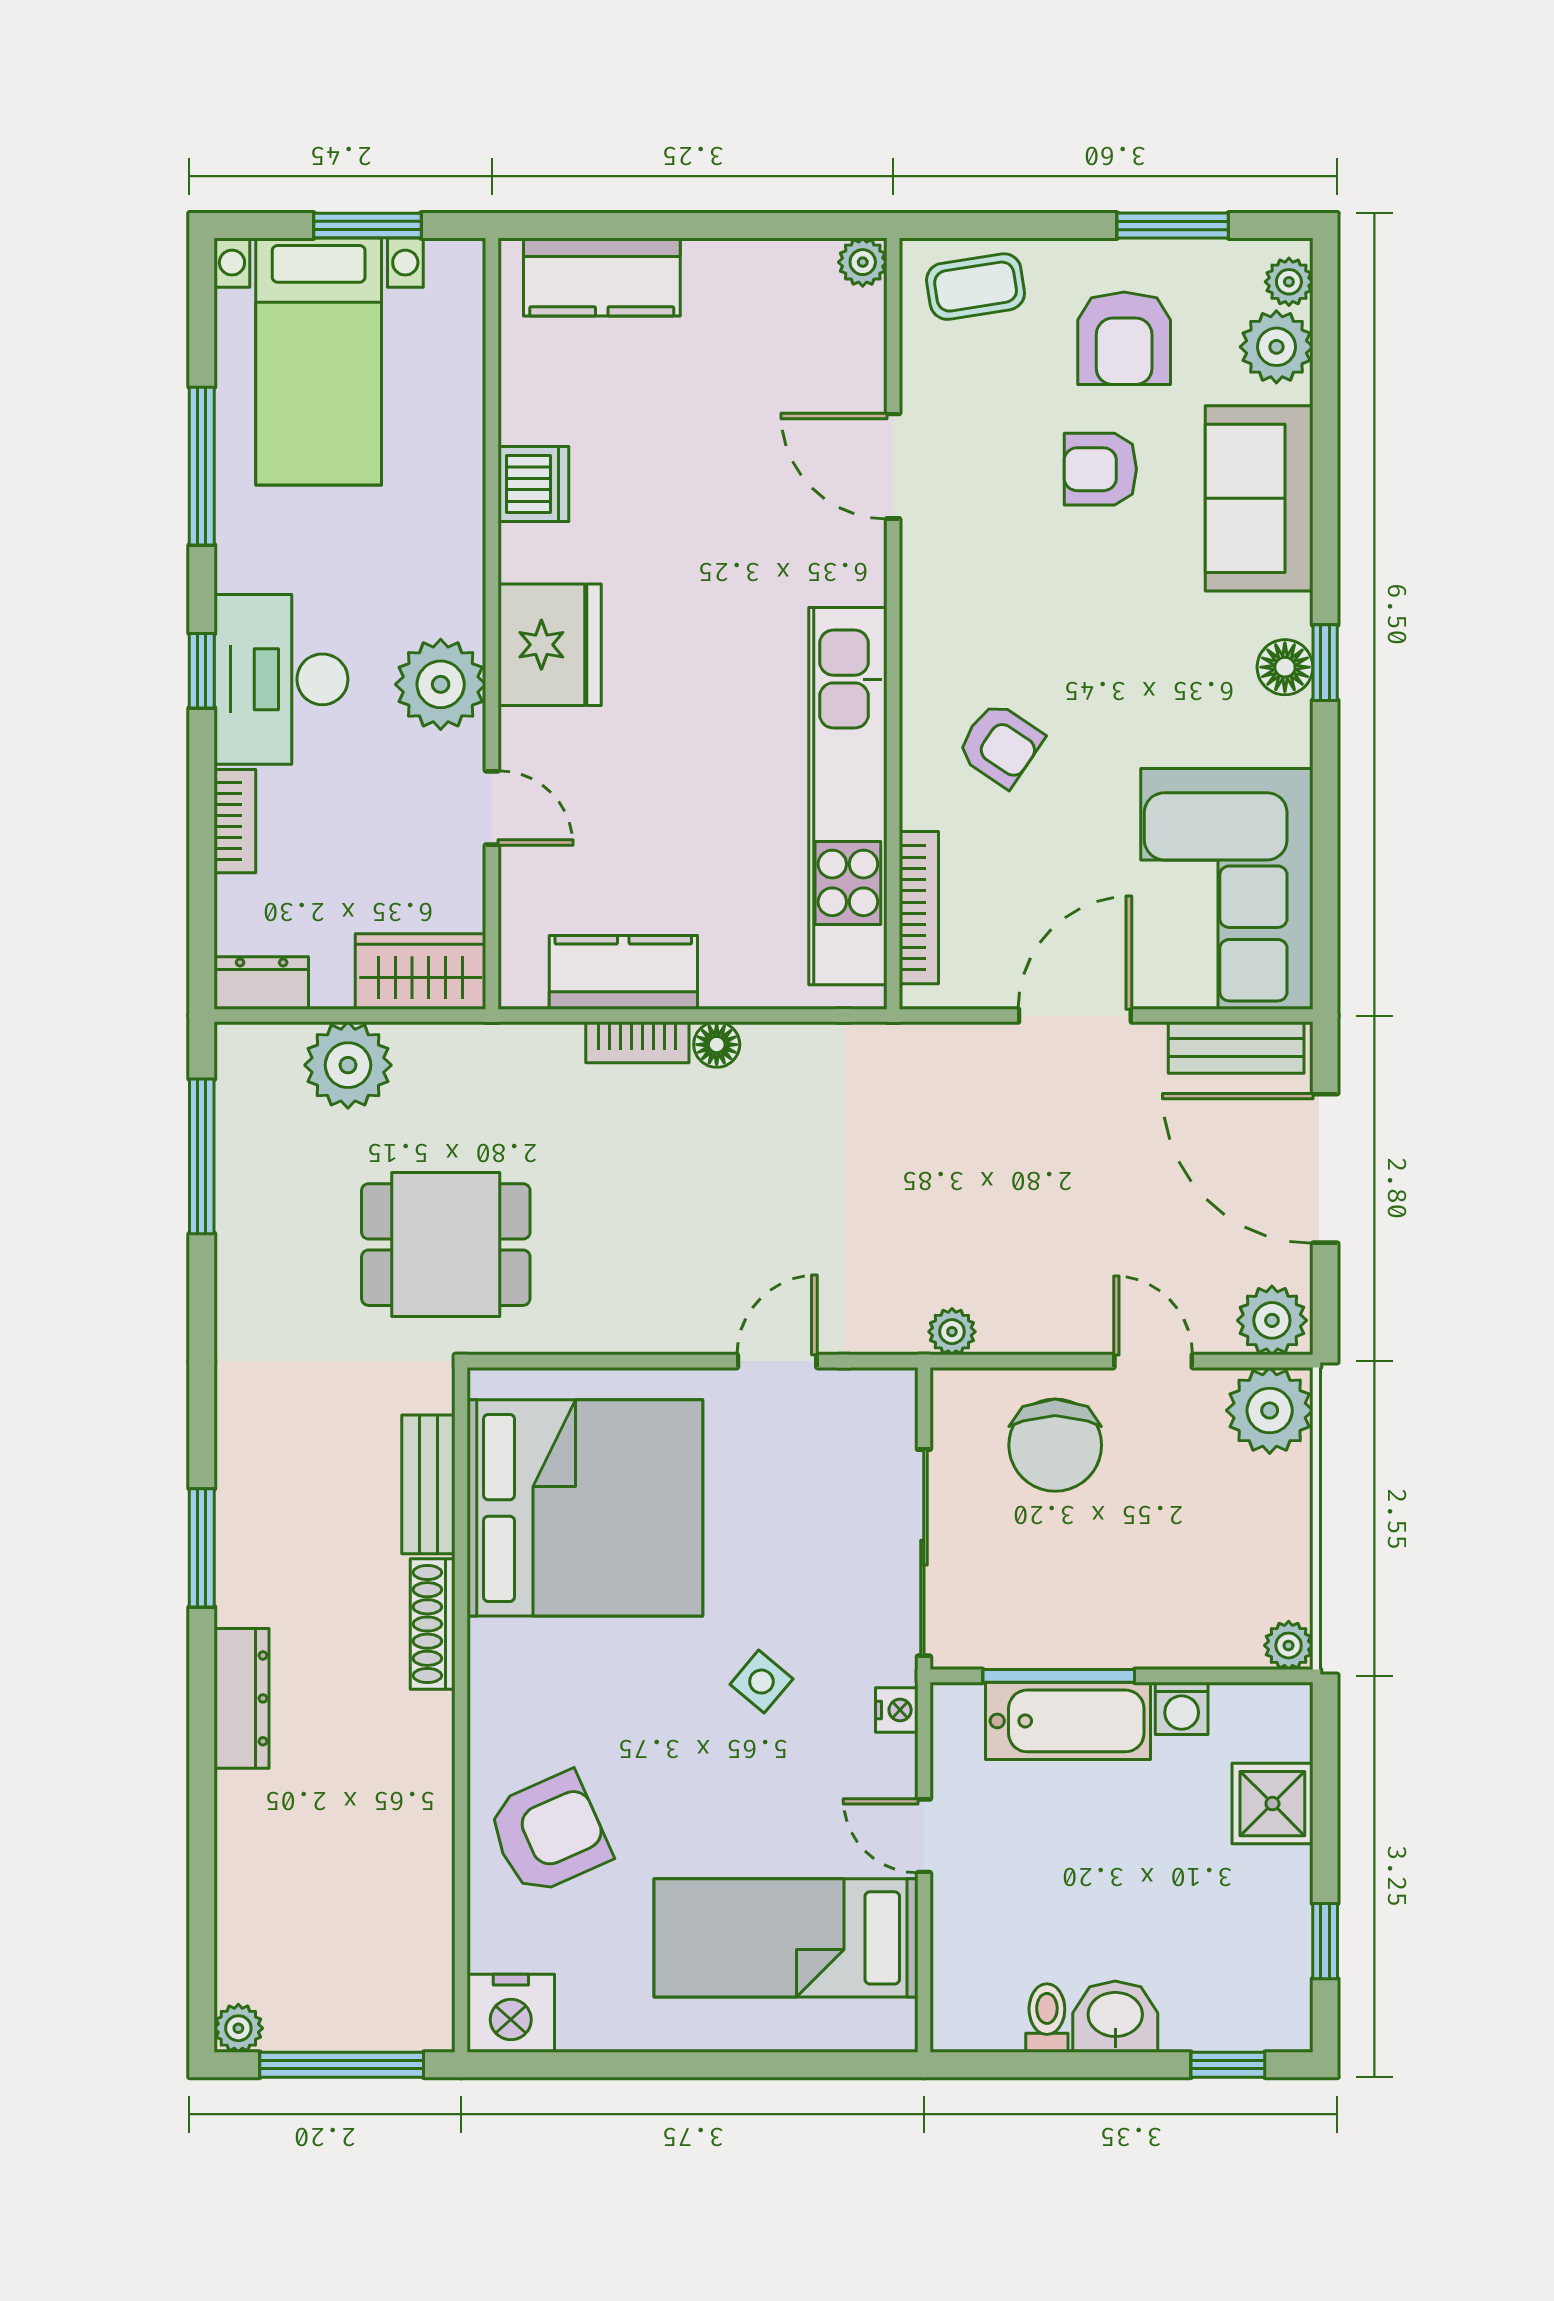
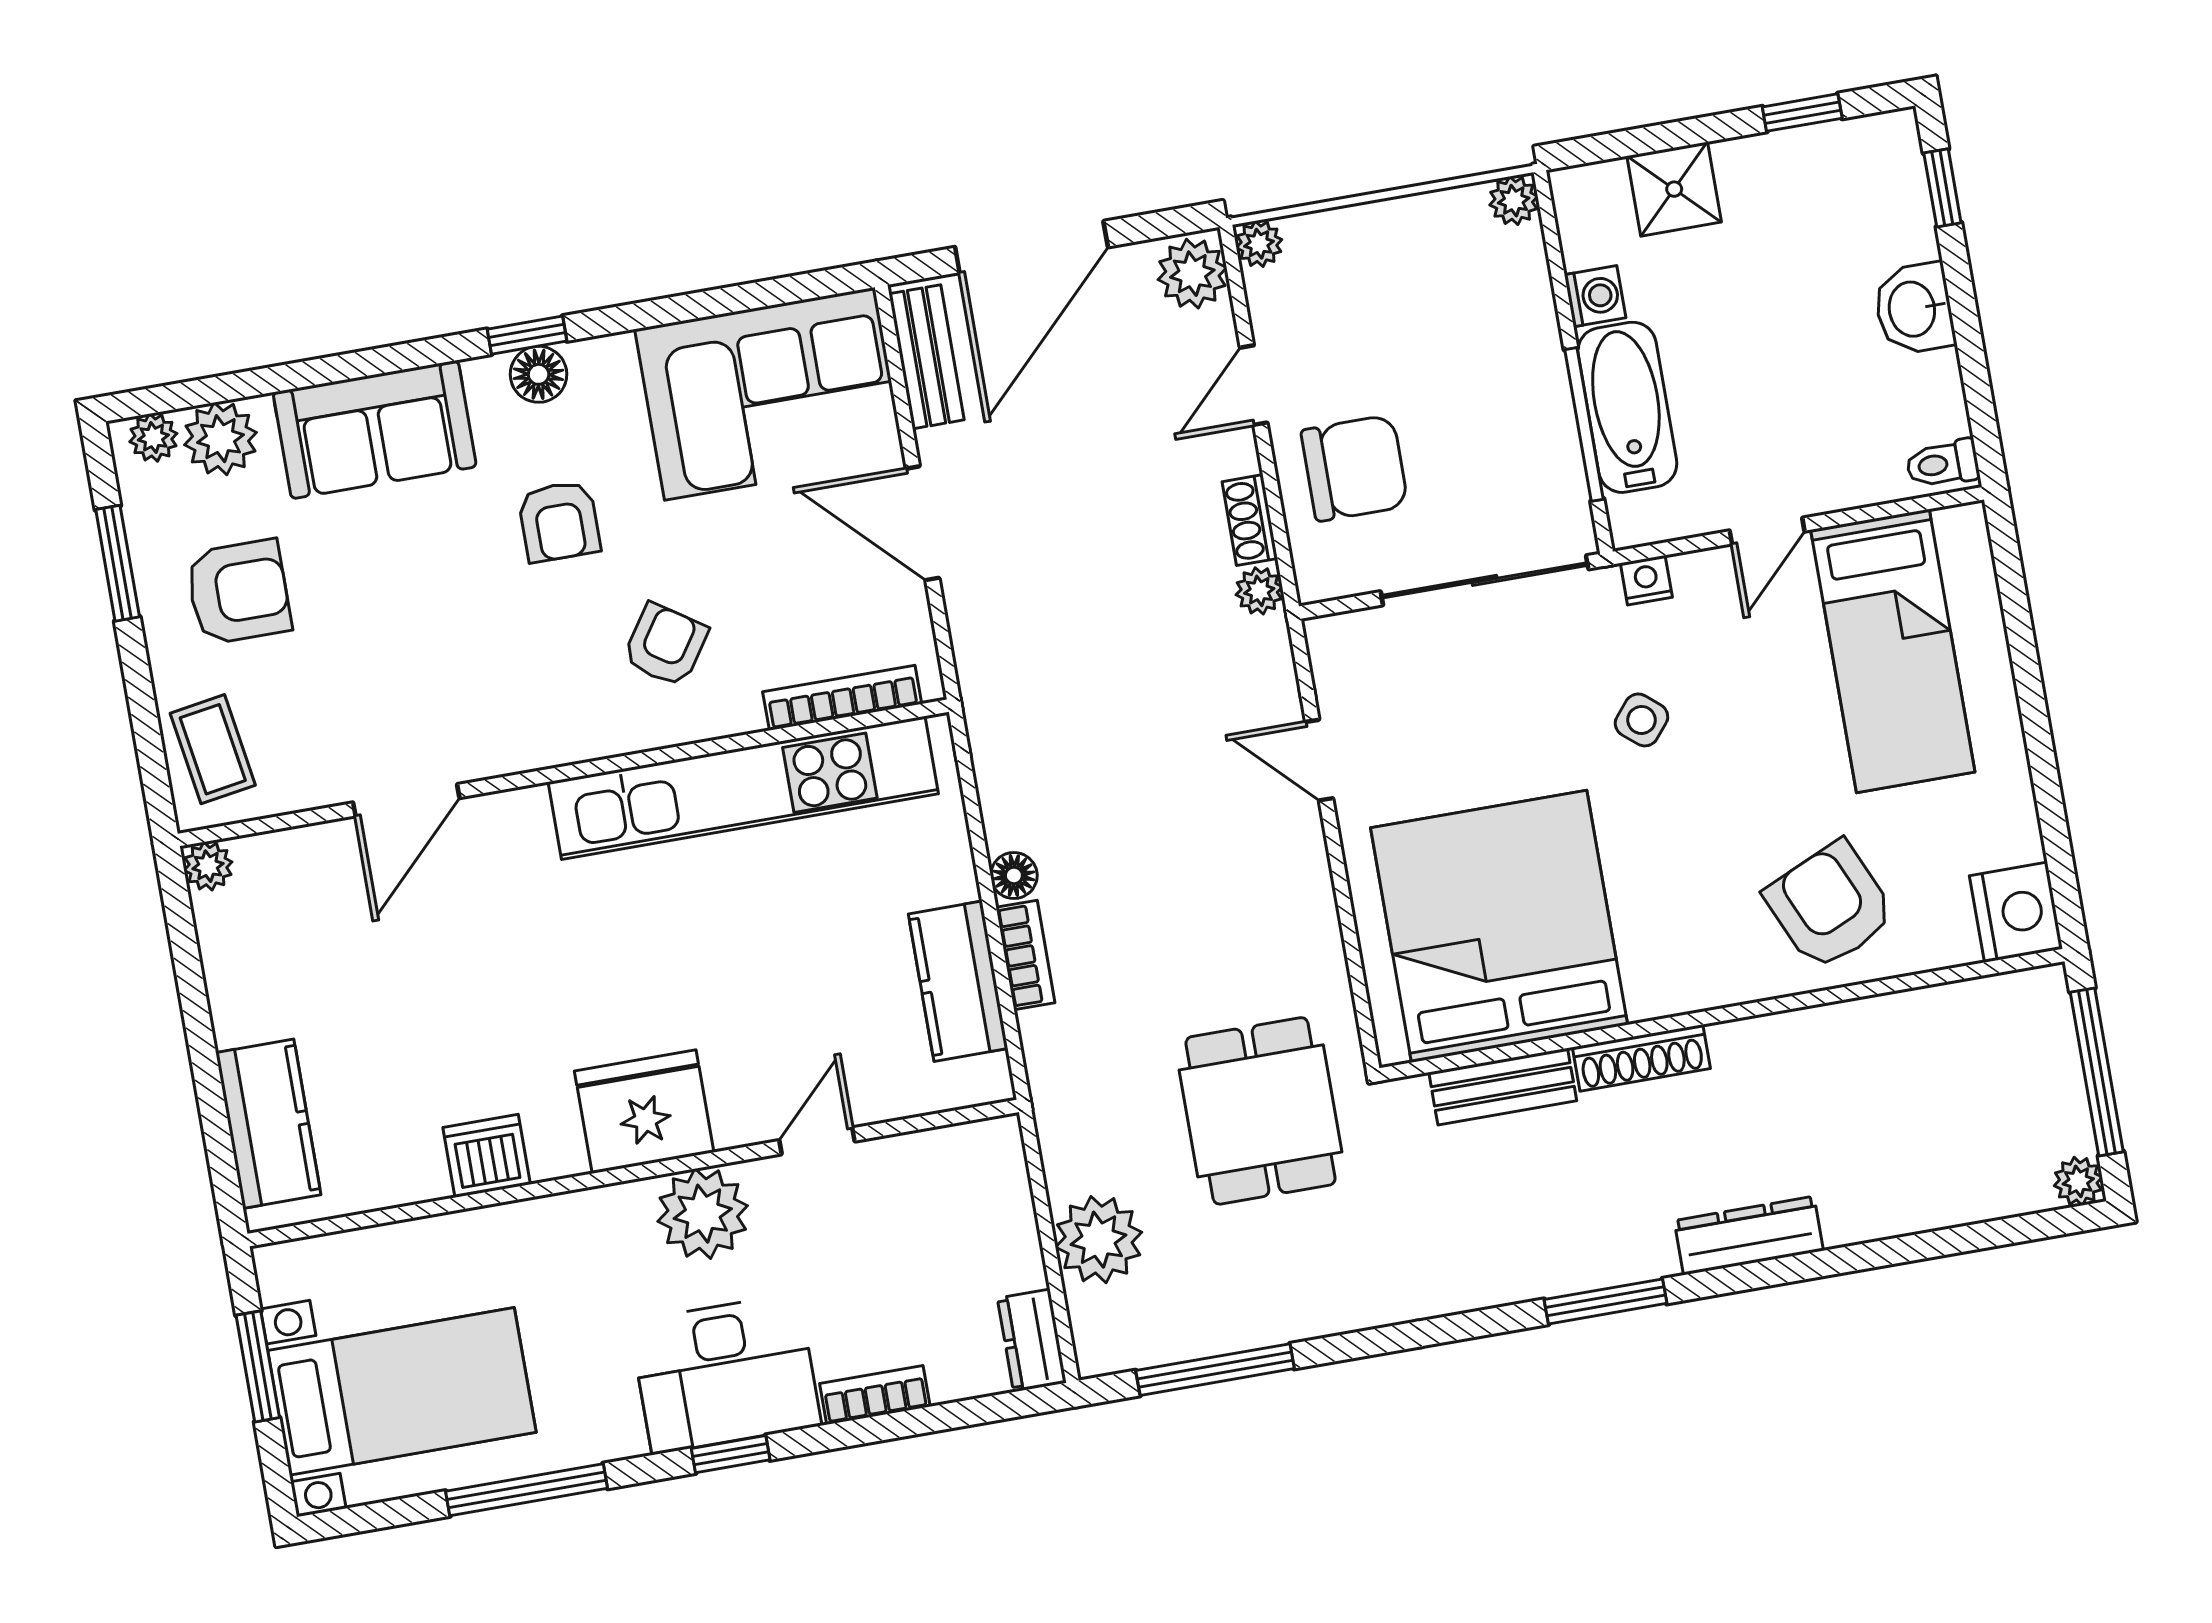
armchair: (1100, 469) -> (559, 521), moved
wardrobe: (421, 972) -> (993, 1184), removed
shoe rack: (1022, 1334) -> (1250, 520), added
plant: (1270, 1410) -> (1259, 244), width x0.53, depth x0.53
toilet: (1047, 2018) -> (1943, 464), moved

